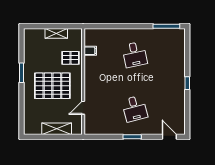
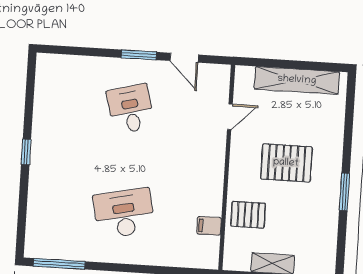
desk: (135, 55) -> (124, 213), width x1.37
pallet: (52, 86) -> (286, 163), width x0.73, depth x0.71
shelving: (57, 129) -> (297, 80), width x1.47
door: (169, 137) -> (184, 58), moved

